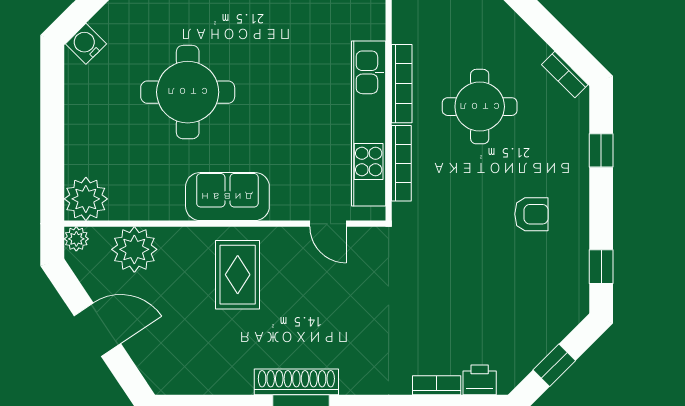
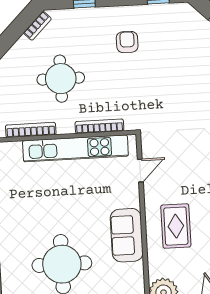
bookcase: (402, 84) -> (31, 130), moved
rug: (238, 275) -> (176, 226), turned 90

